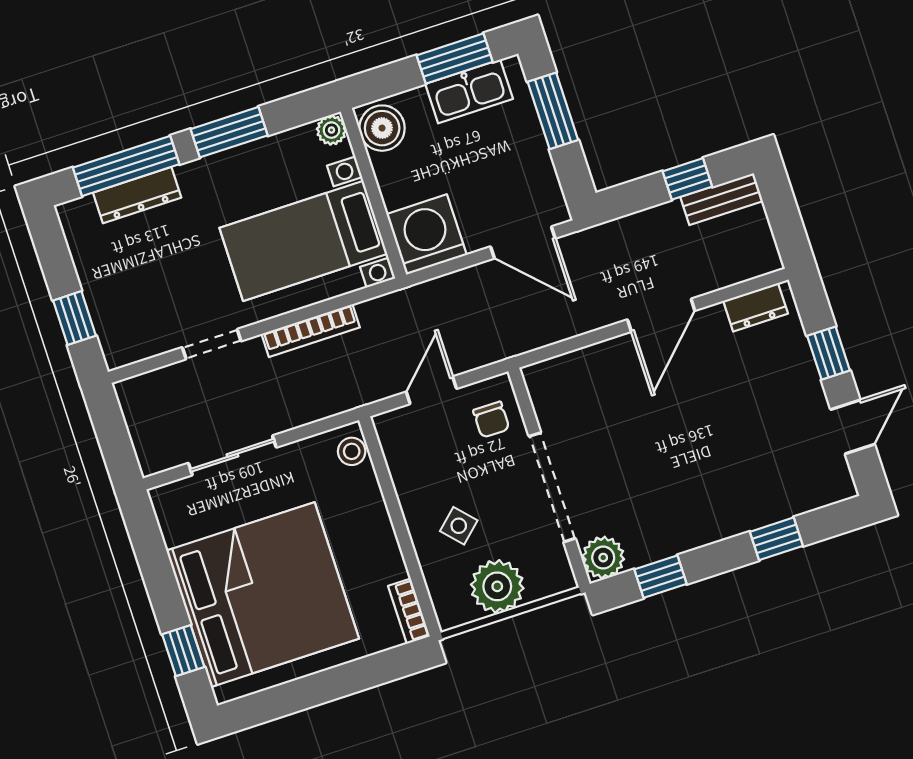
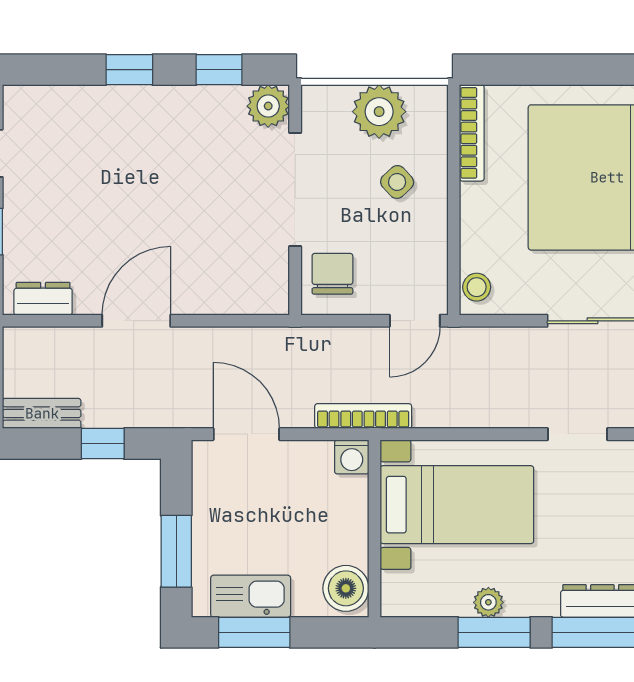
plant: (331, 130) -> (488, 602), moved
window: (687, 179) -> (103, 444), moved
washing machine: (427, 234) -> (352, 457), width x0.53, depth x0.53
bookcase: (311, 331) -> (363, 416), moved
door: (431, 390) -> (415, 321), moved
chair: (491, 420) -> (332, 274), width x1.37, depth x1.37
window: (776, 539) -> (129, 70), moved
bookcase: (409, 611) -> (472, 133), width x1.56

